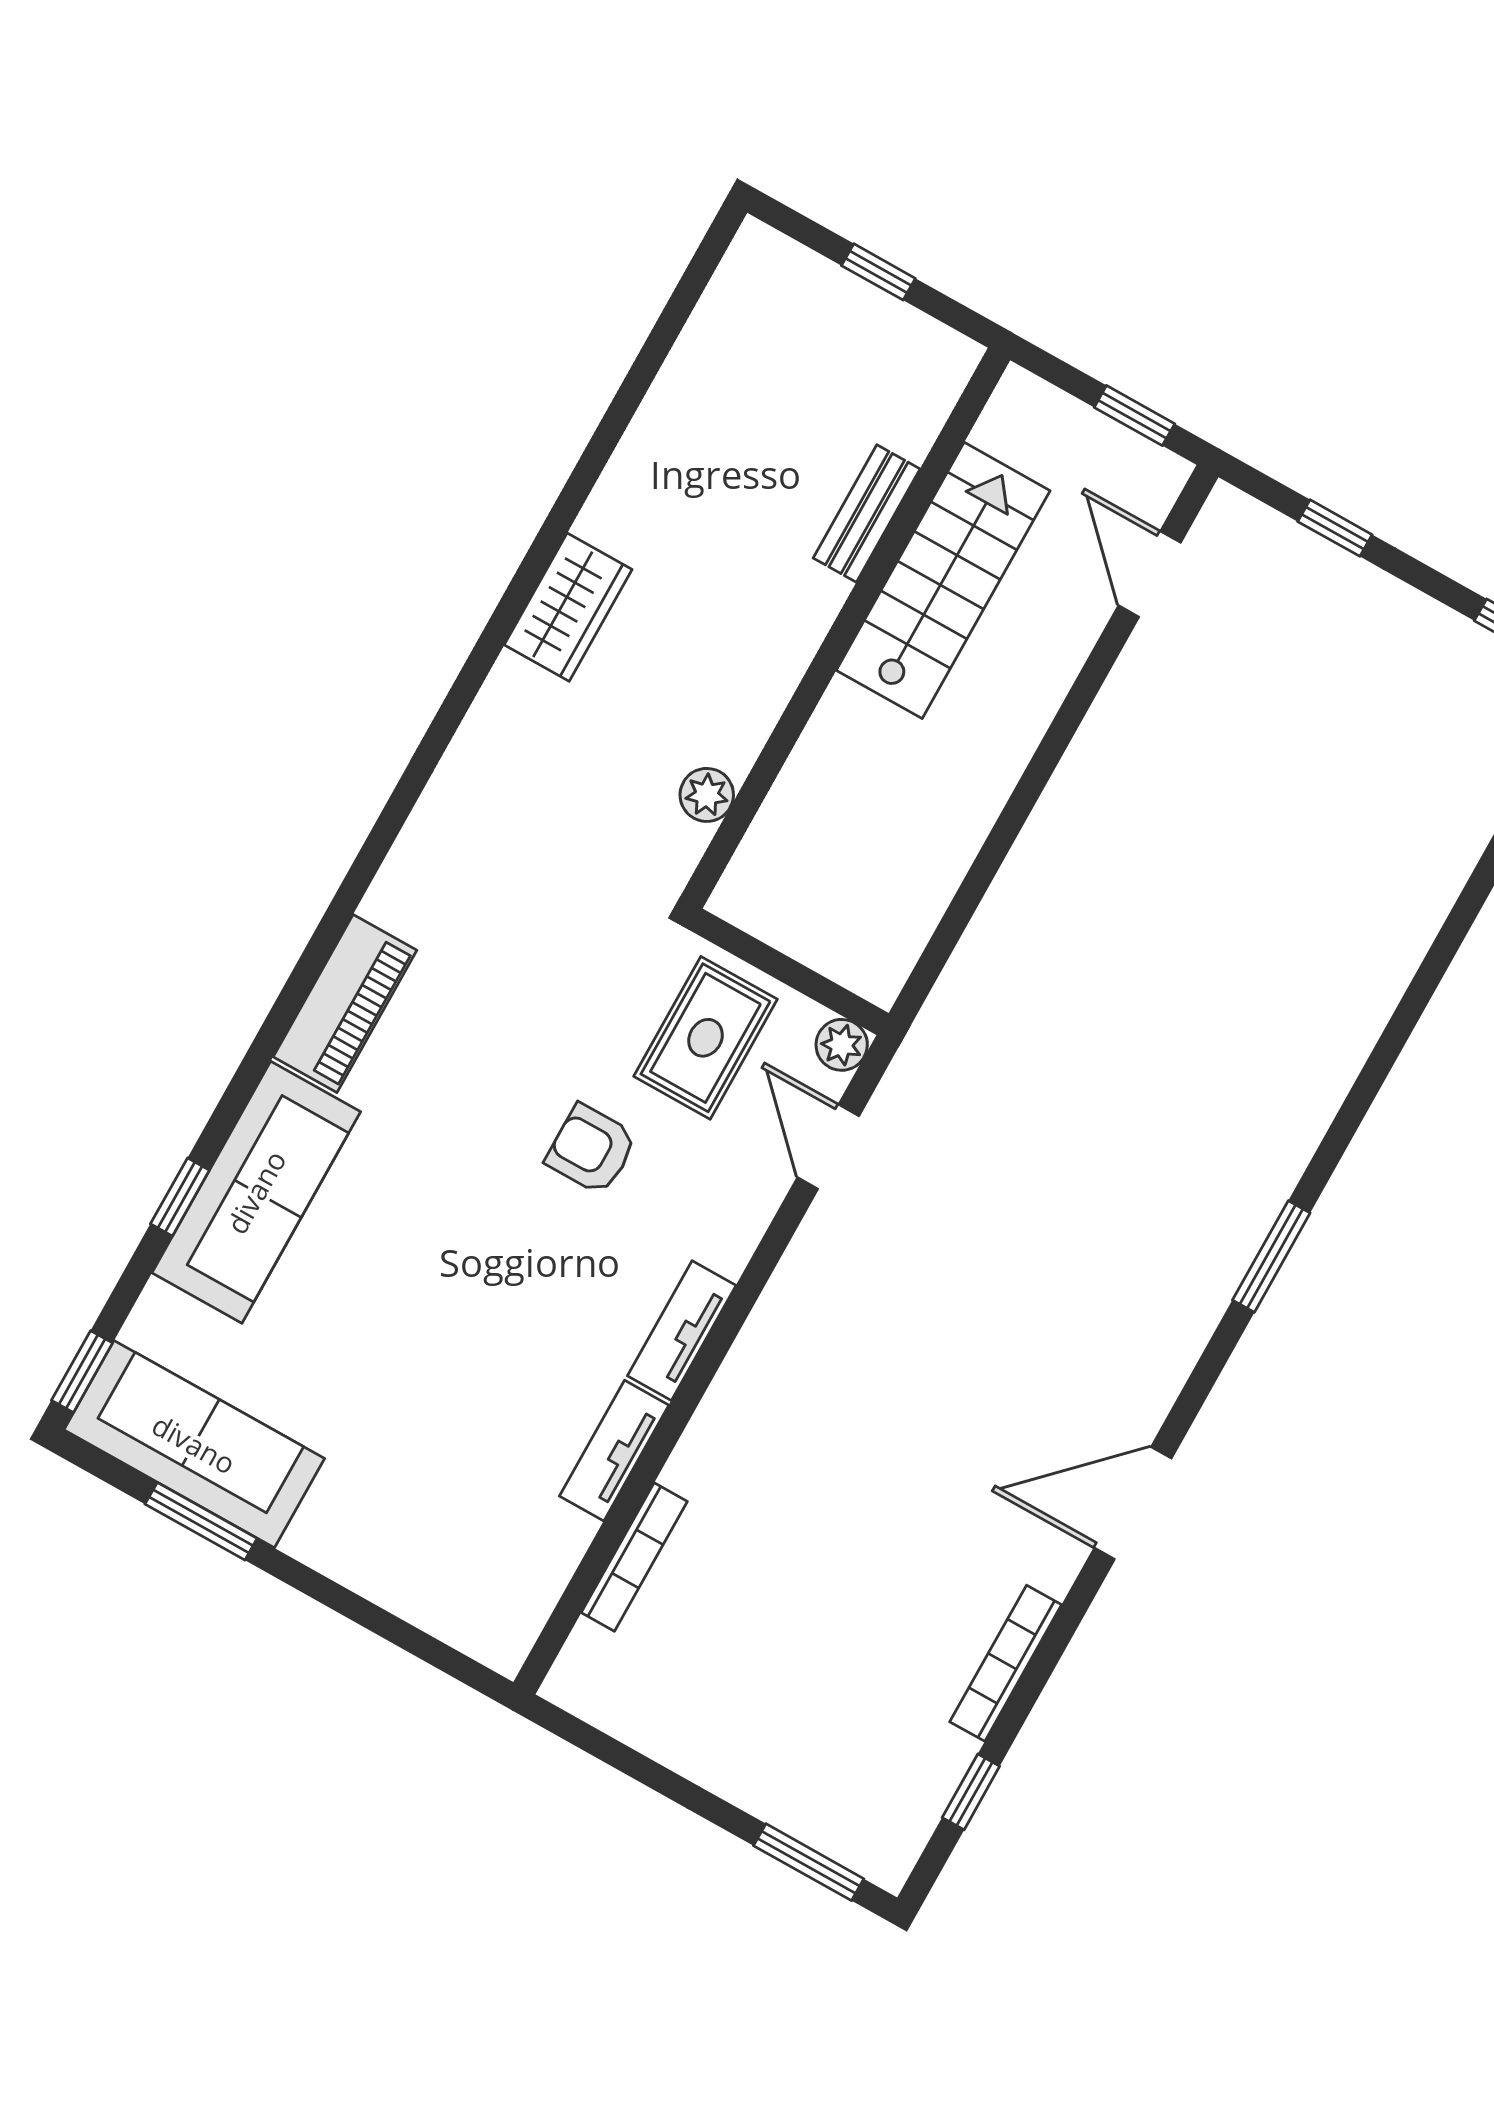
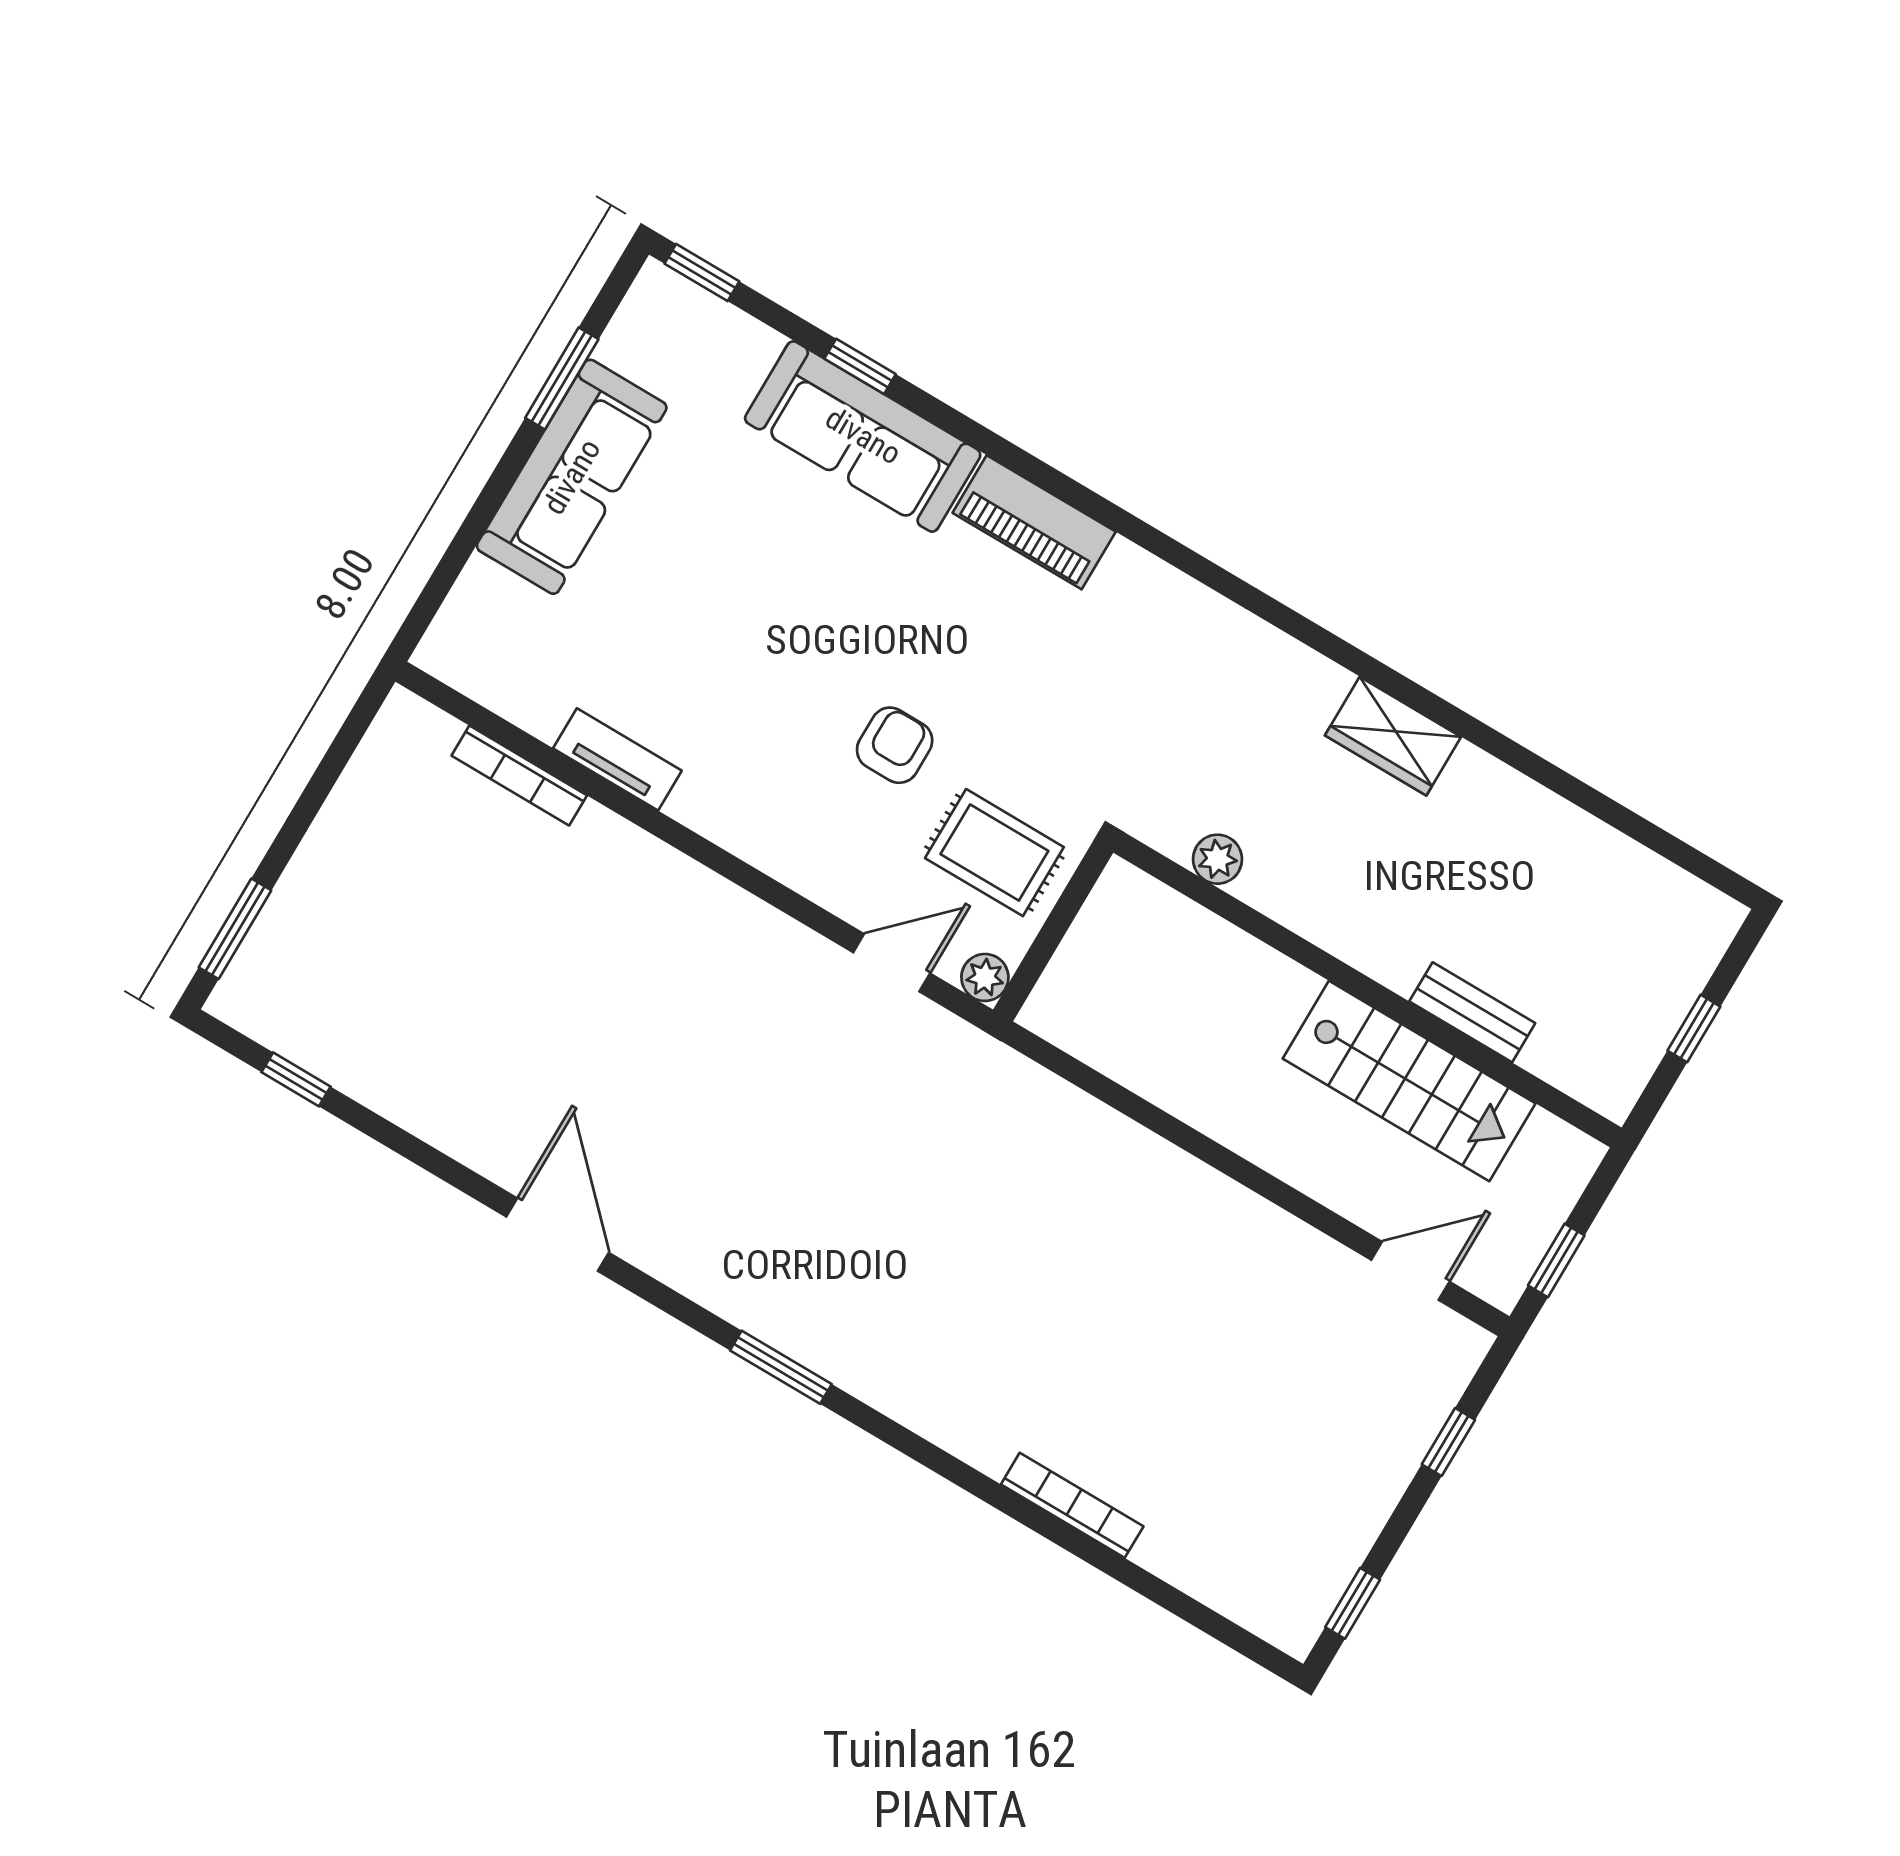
tv unit: (682, 1331) -> (726, 824), removed
sofa: (194, 1444) -> (572, 477), moved
bookcase: (1006, 1663) -> (1072, 1505), moved

